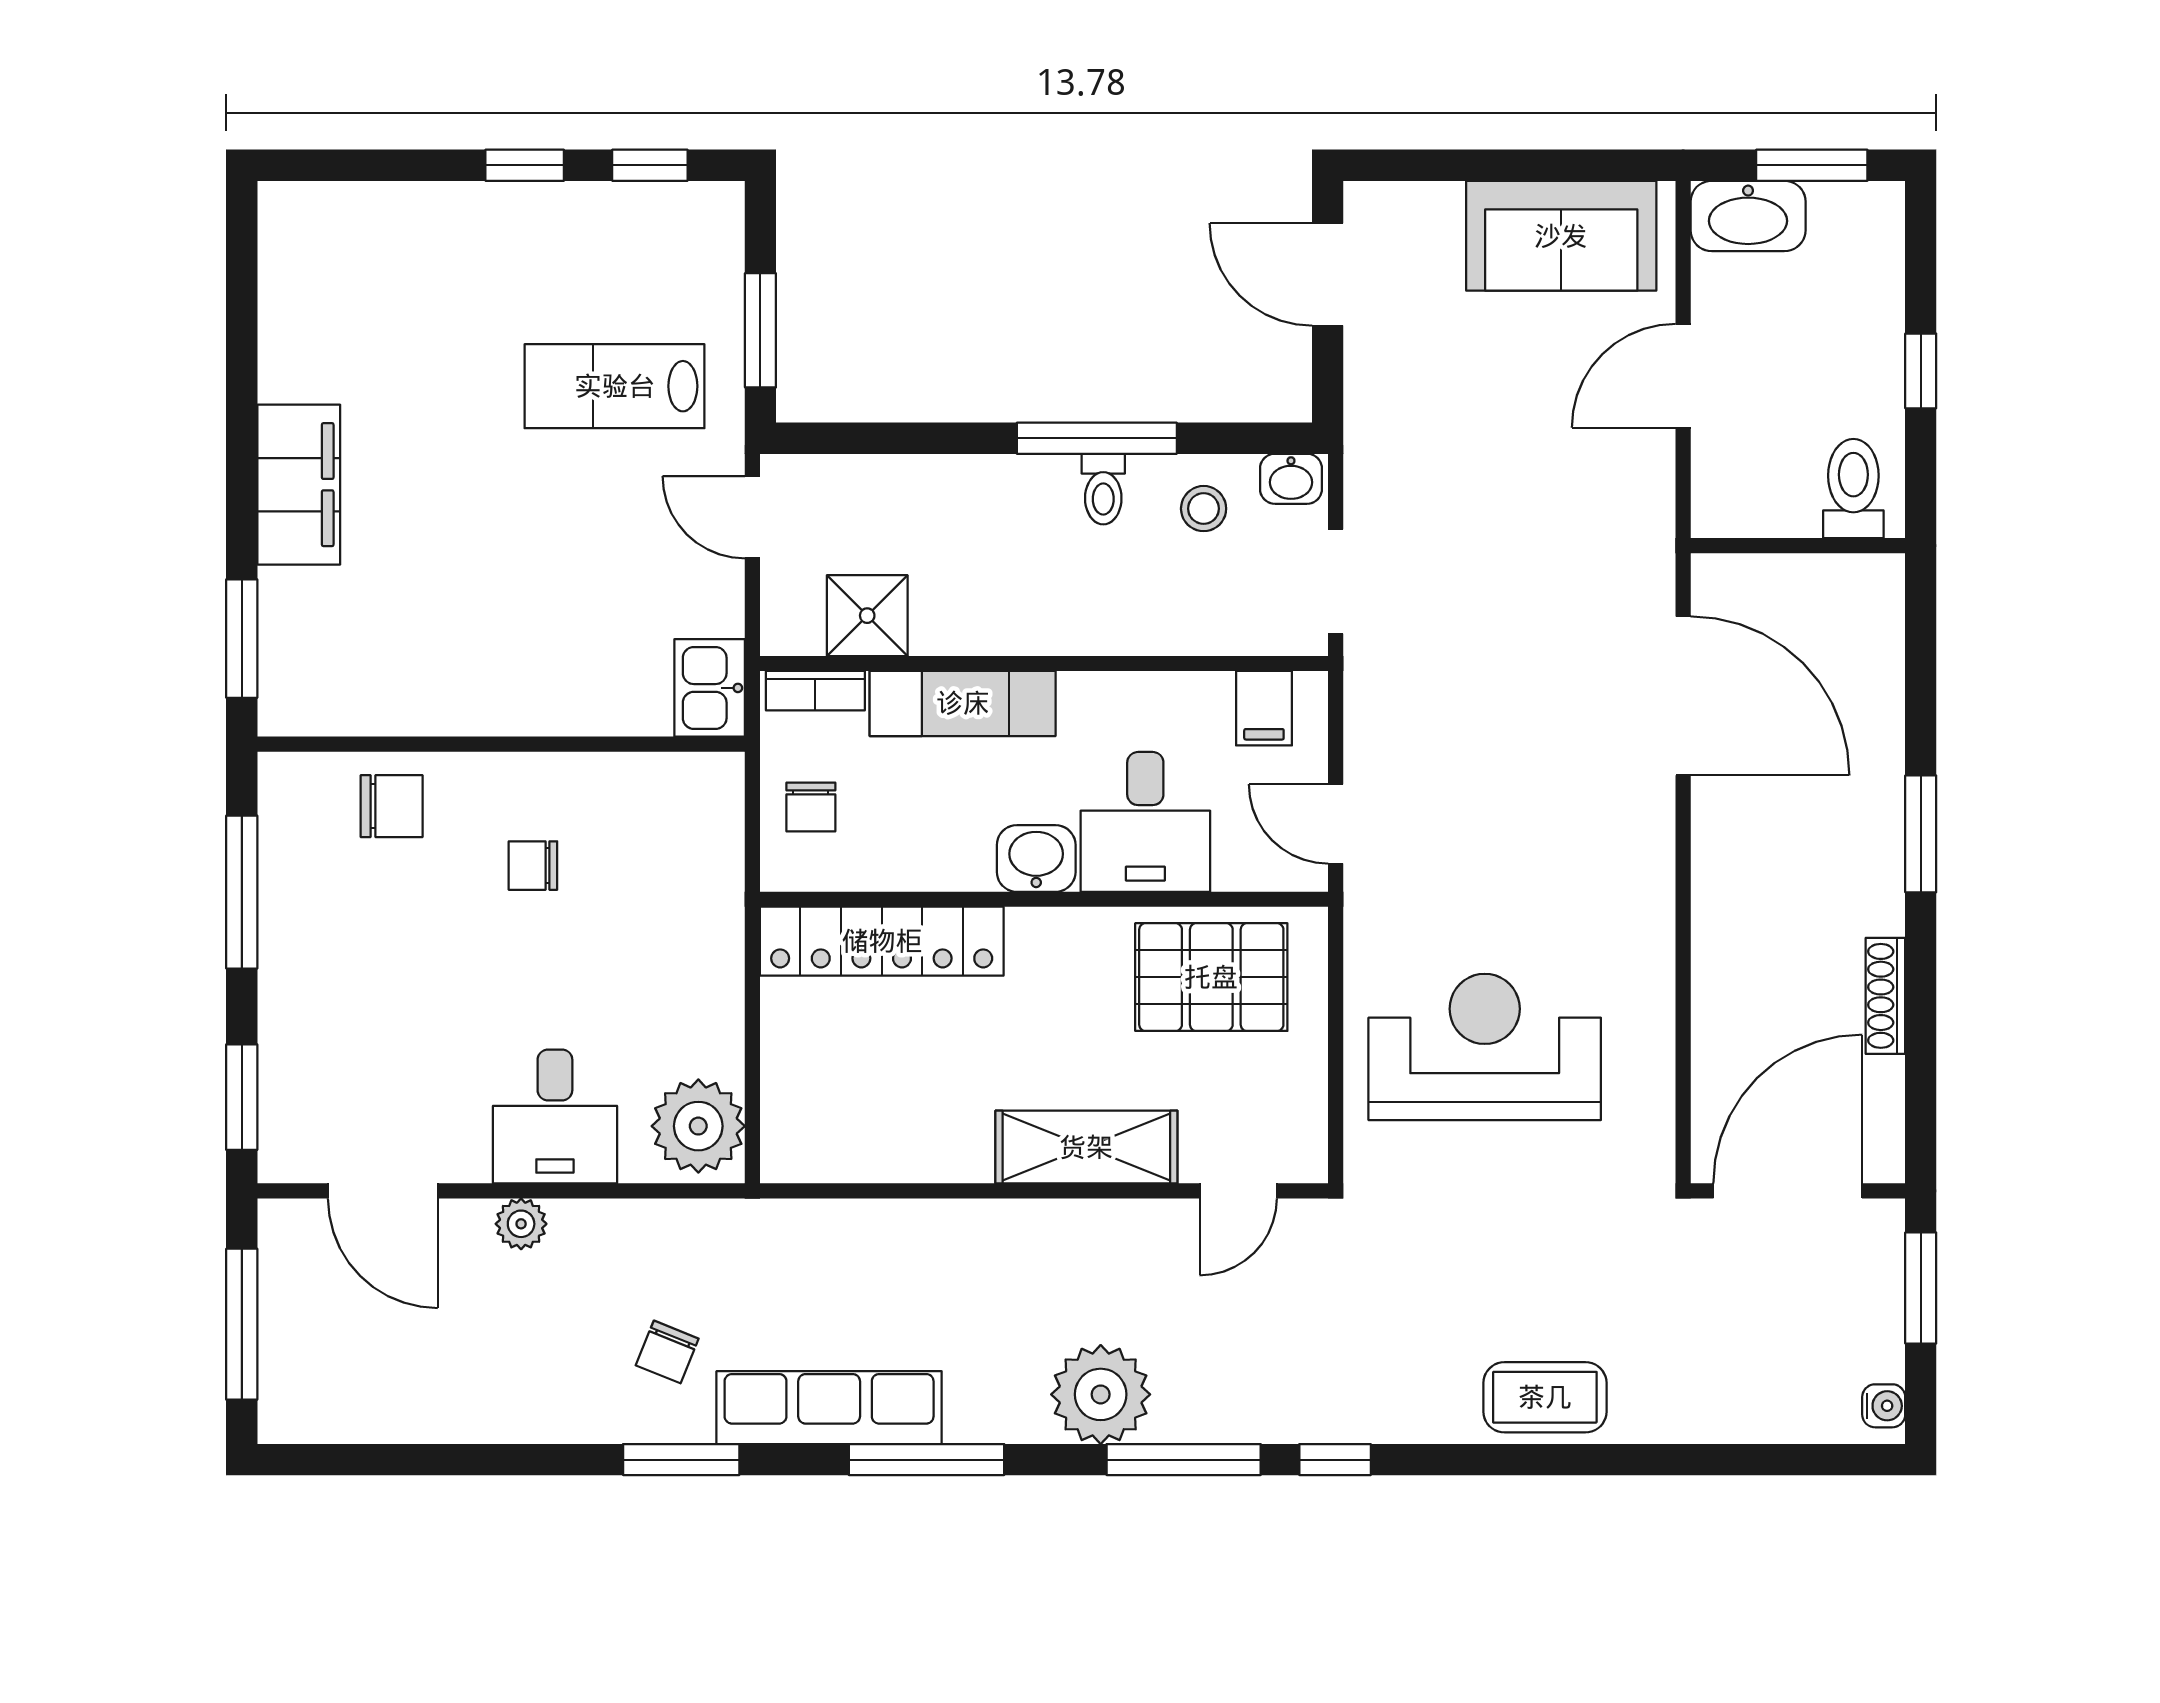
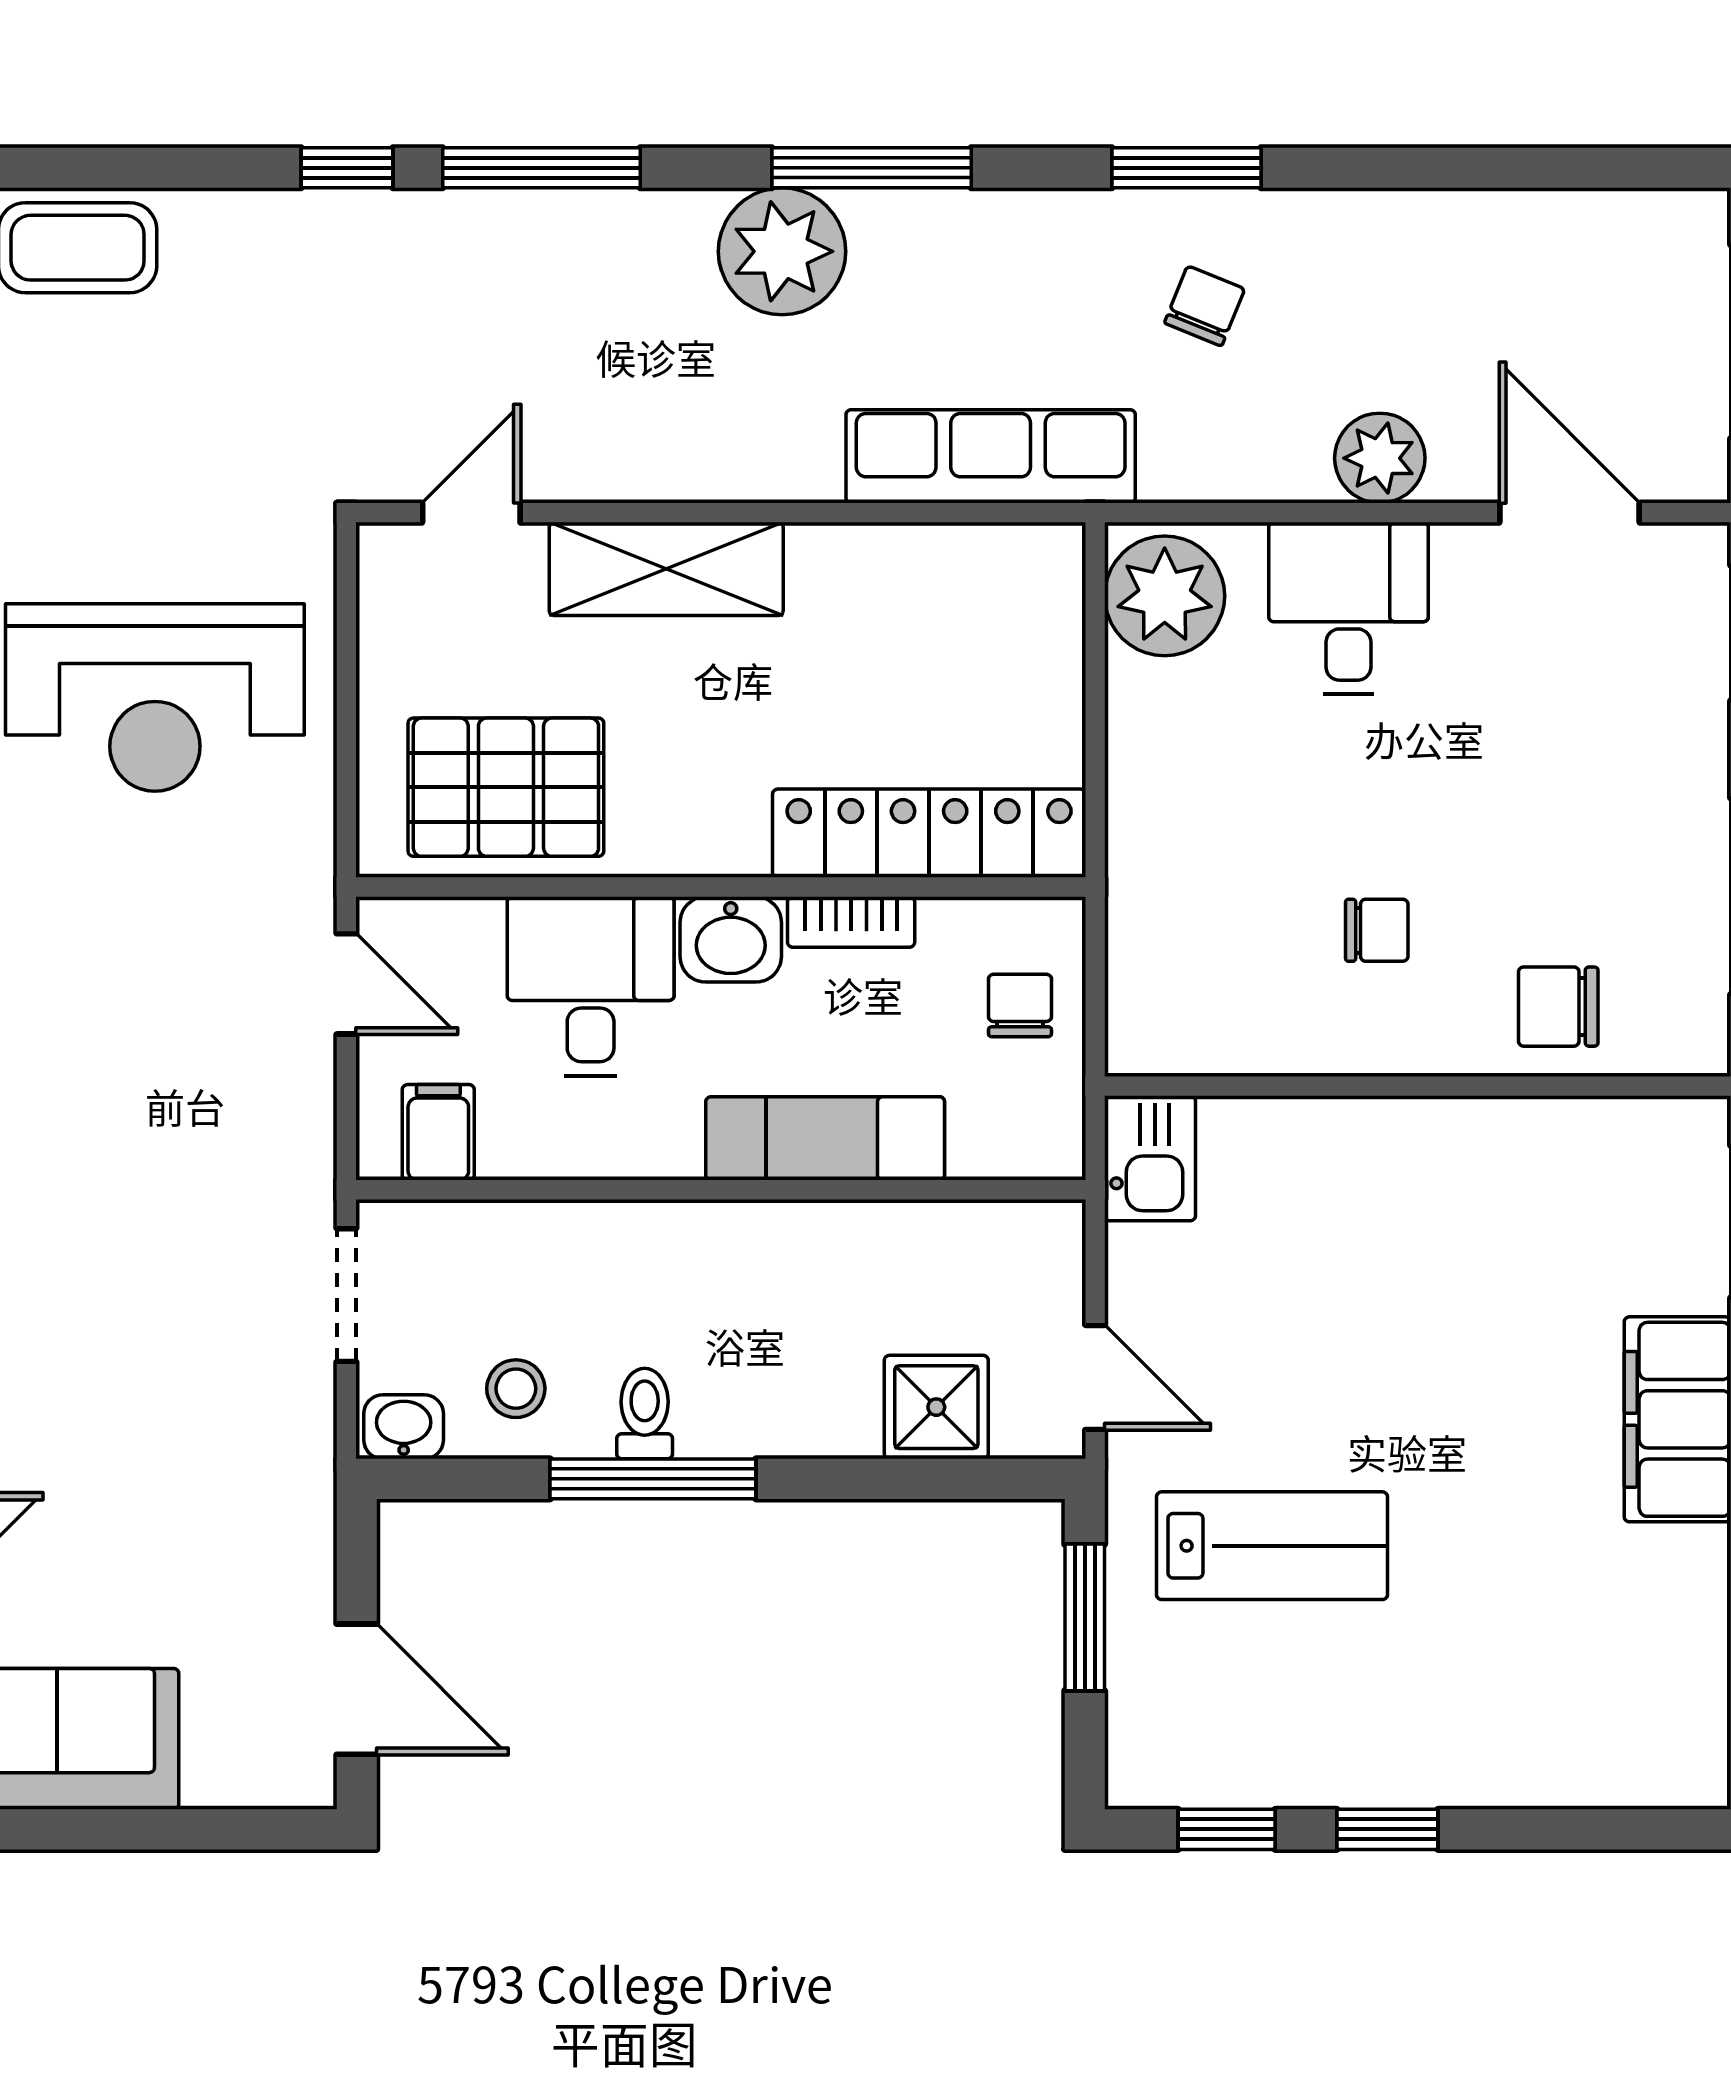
shower: (867, 616) -> (936, 1407), moved
bookcase: (815, 691) -> (851, 922), moved, turned 180
plant: (521, 1224) -> (1380, 458), width x1.38, depth x1.38
plant: (1101, 1394) -> (782, 251), moved
row of seats: (829, 1408) -> (991, 456), moved, turned 180

